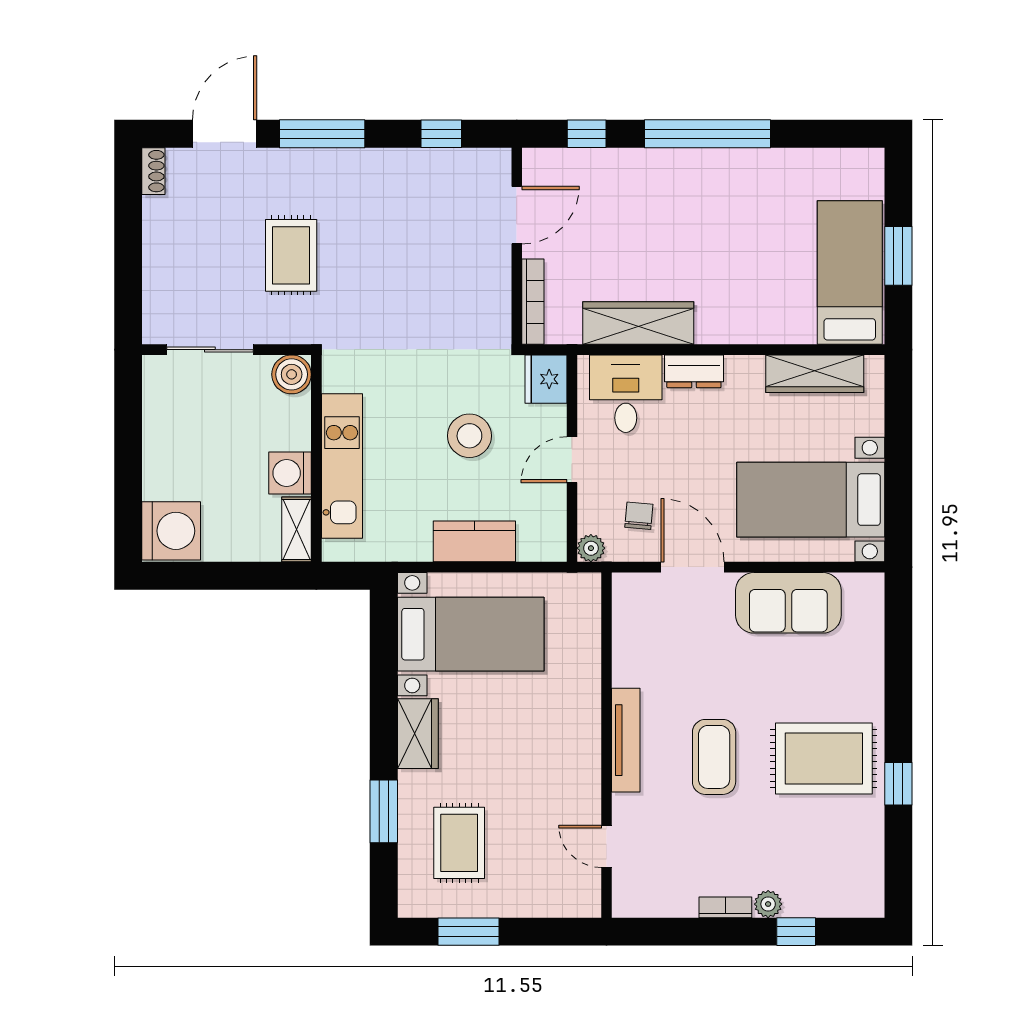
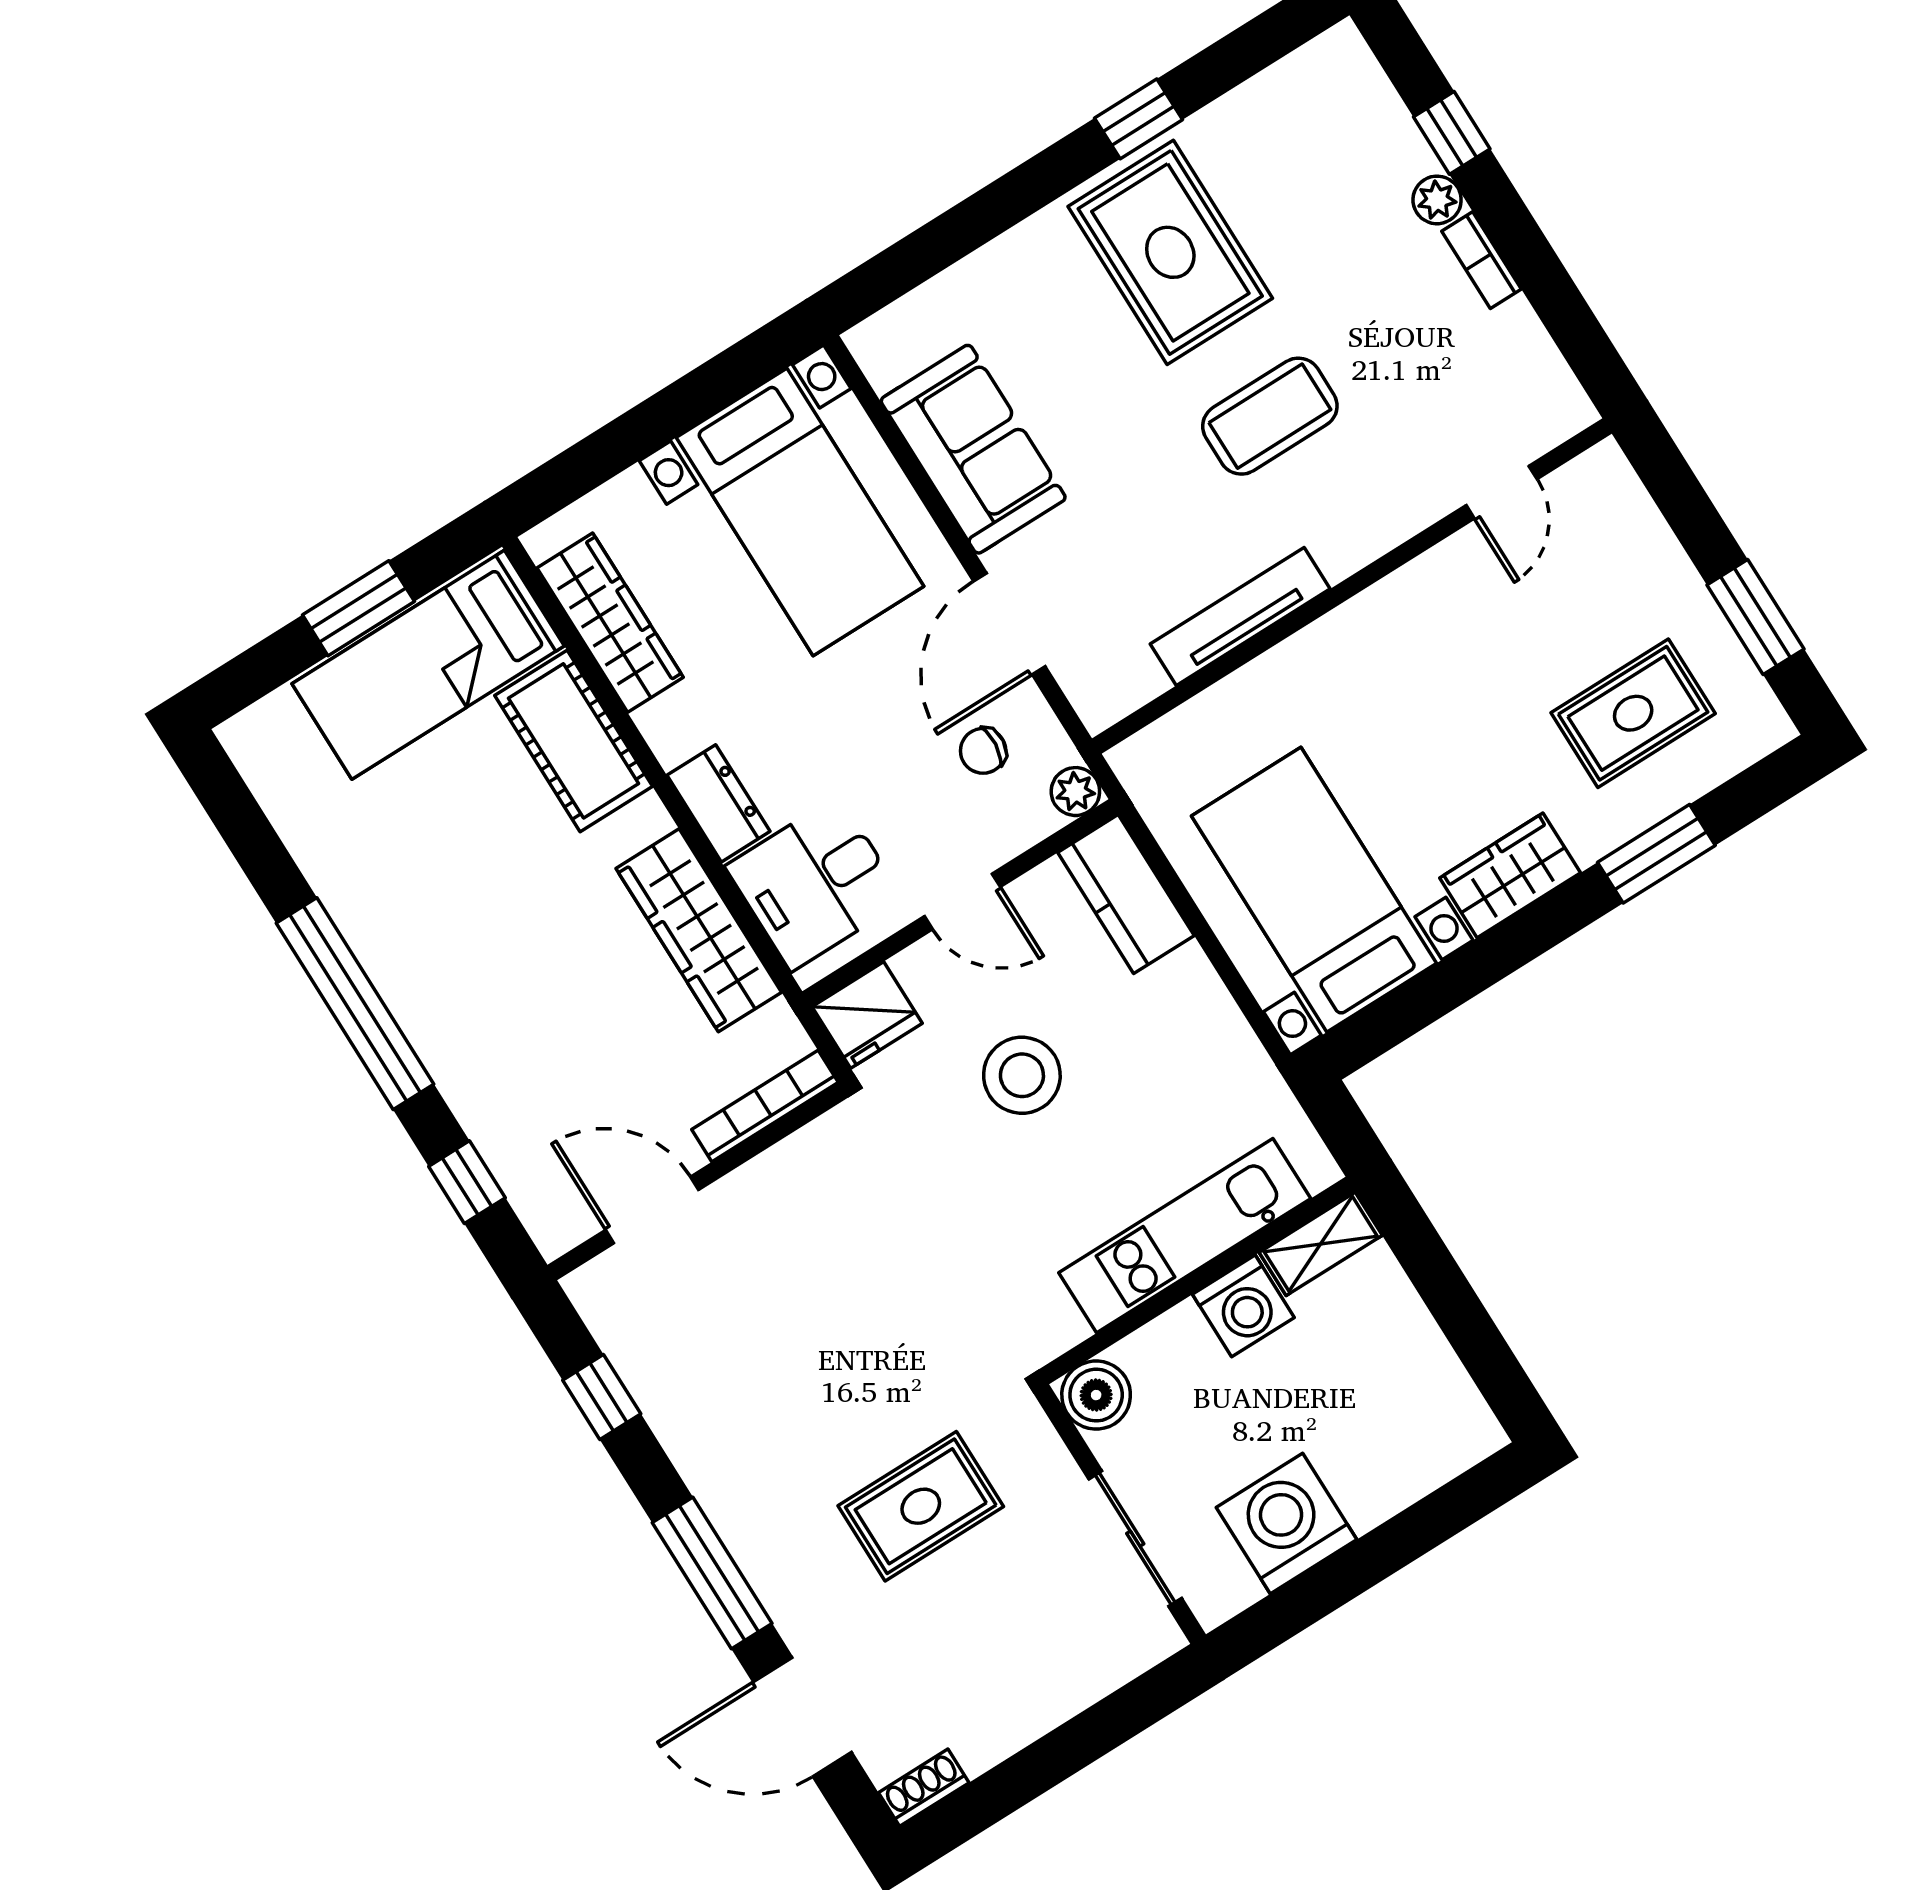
cot: (768, 320) -> (574, 741), added
washing machine: (171, 531) -> (1286, 1524), moved
kitchen counter: (474, 541) -> (1126, 894), moved
tv unit: (626, 740) -> (1240, 616), moved

